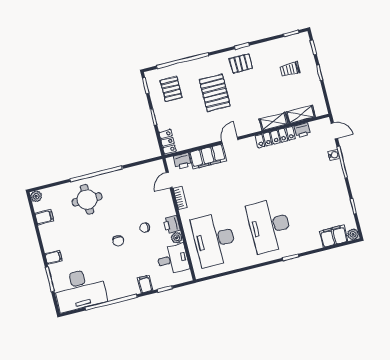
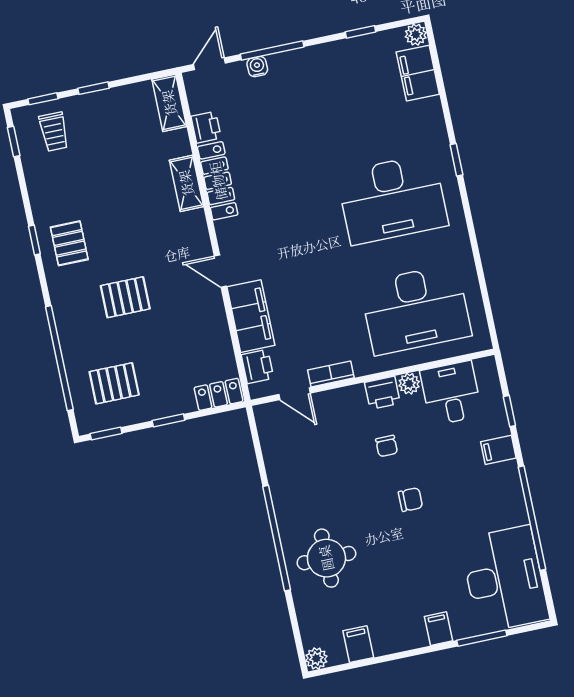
trolley: (290, 69) -> (54, 132), moved
pallet: (215, 93) -> (125, 297), width x0.67, depth x0.71
shelving: (301, 115) -> (169, 103), moved

